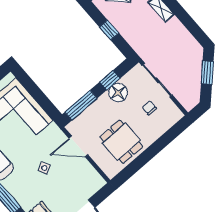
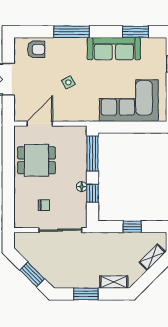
window: (187, 21) -> (86, 294), added
floor lamp: (118, 93) -> (82, 187), width x0.53, depth x0.53
door: (78, 146) -> (40, 124), moved

